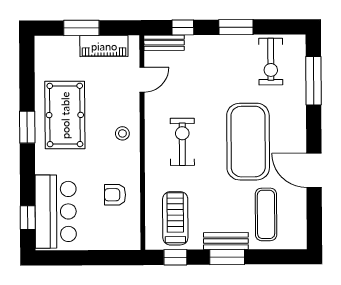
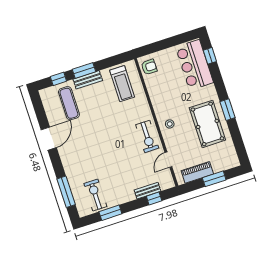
window: (236, 27) -> (110, 213), moved
bench: (164, 43) -> (147, 191), moved
exercise bike: (182, 142) -> (147, 136), moved
exercise mat: (248, 142) -> (93, 143), removed
door: (314, 170) -> (49, 139), hinge flipped
armchair: (115, 195) -> (149, 67), moved
window: (175, 257) -> (58, 79), moved

